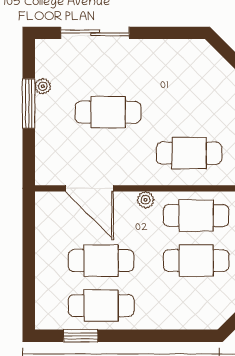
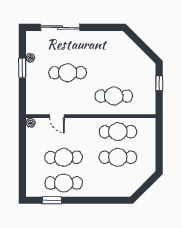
window: (29, 104) -> (22, 68), width x0.69
door: (89, 188) -> (57, 116), width x0.53
plant: (146, 200) -> (31, 123), moved

